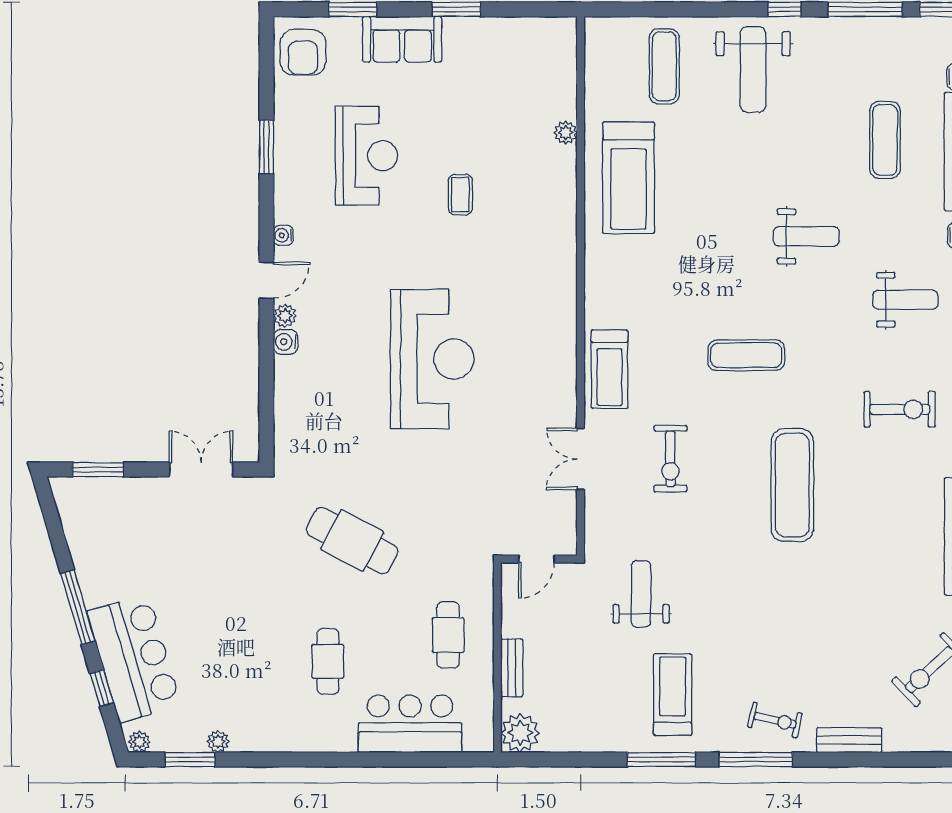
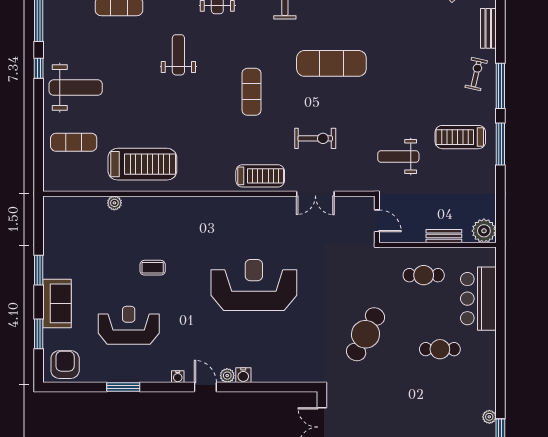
armchair: (303, 52) -> (65, 365), turned -90

